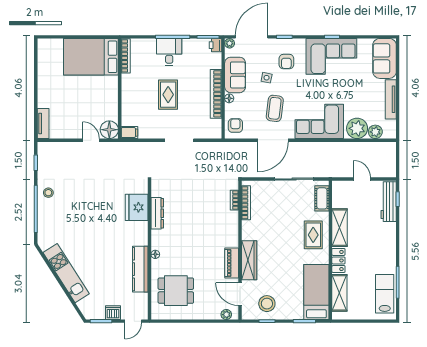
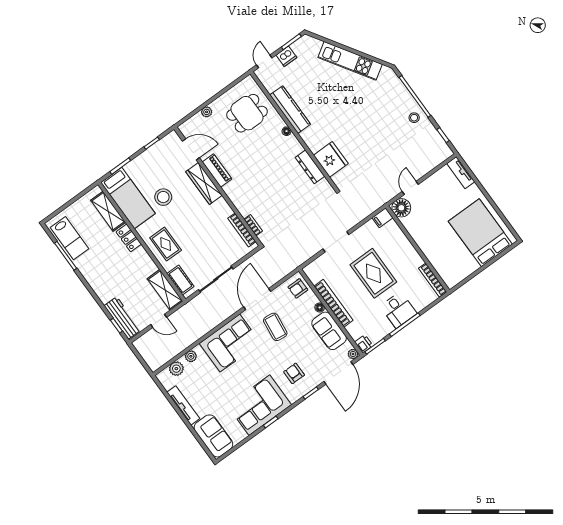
bed: (91, 57) -> (480, 233), moved, turned -90
side table: (267, 78) -> (301, 348), removed
rug: (168, 95) -> (373, 273), width x1.36, depth x1.43
armchair: (235, 126) -> (298, 288), turned 90
plant: (357, 128) -> (191, 356), width x0.53, depth x0.53
door: (91, 140) -> (410, 188), swing flipped
shelving: (340, 228) -> (165, 290), moved
stool: (267, 304) -> (163, 197), moved
plant: (226, 315) -> (207, 112), moved

